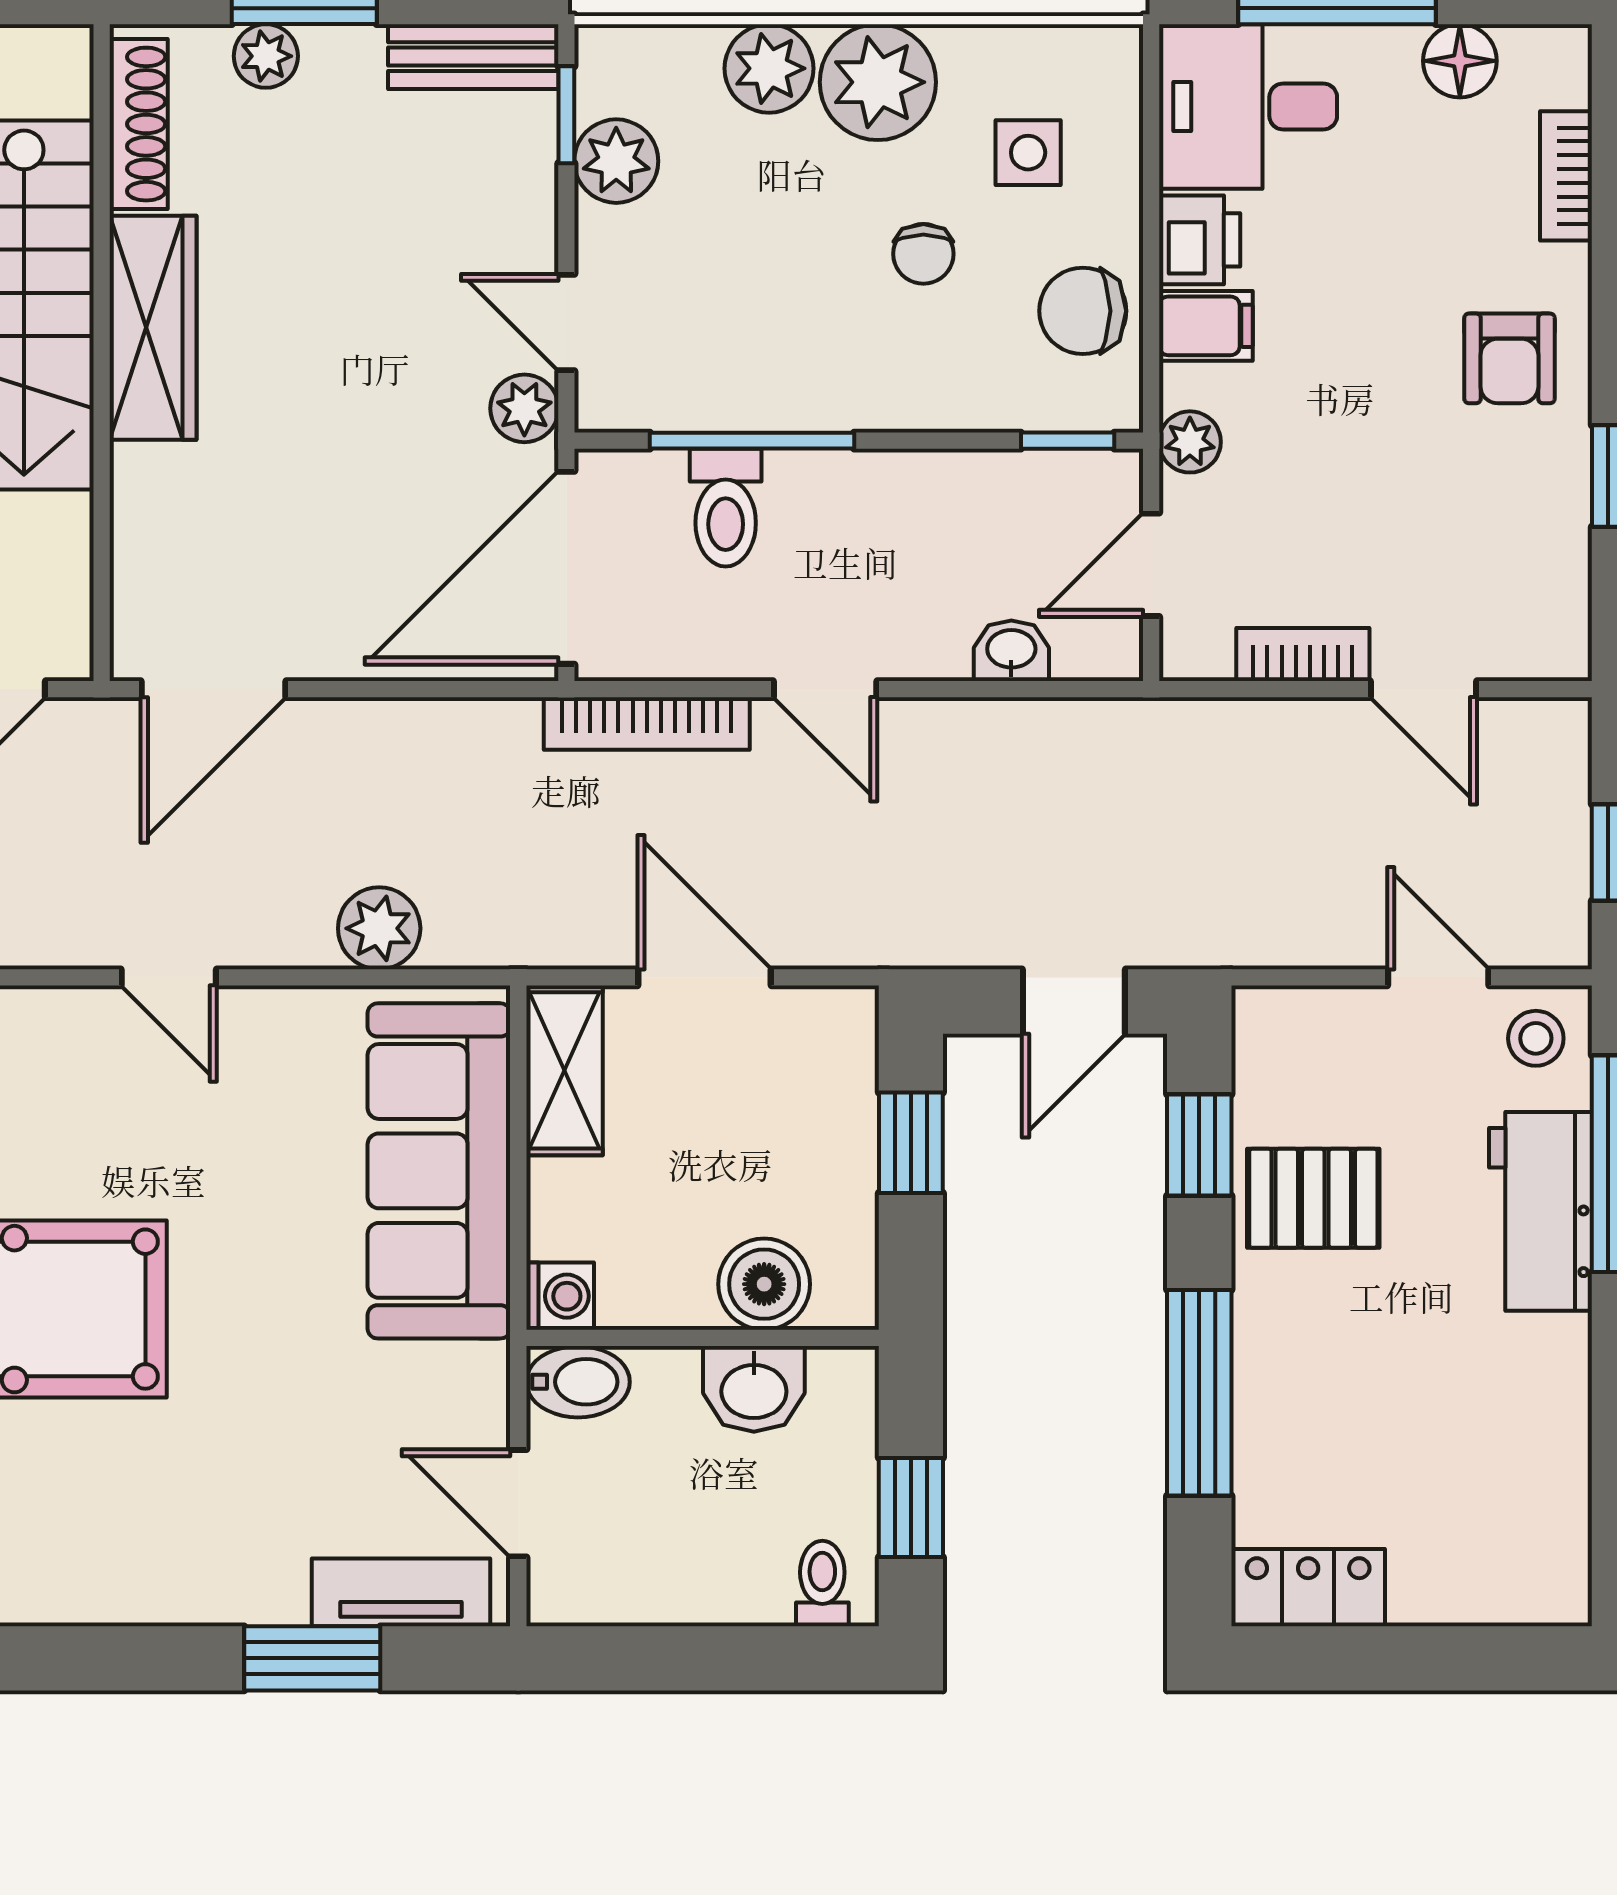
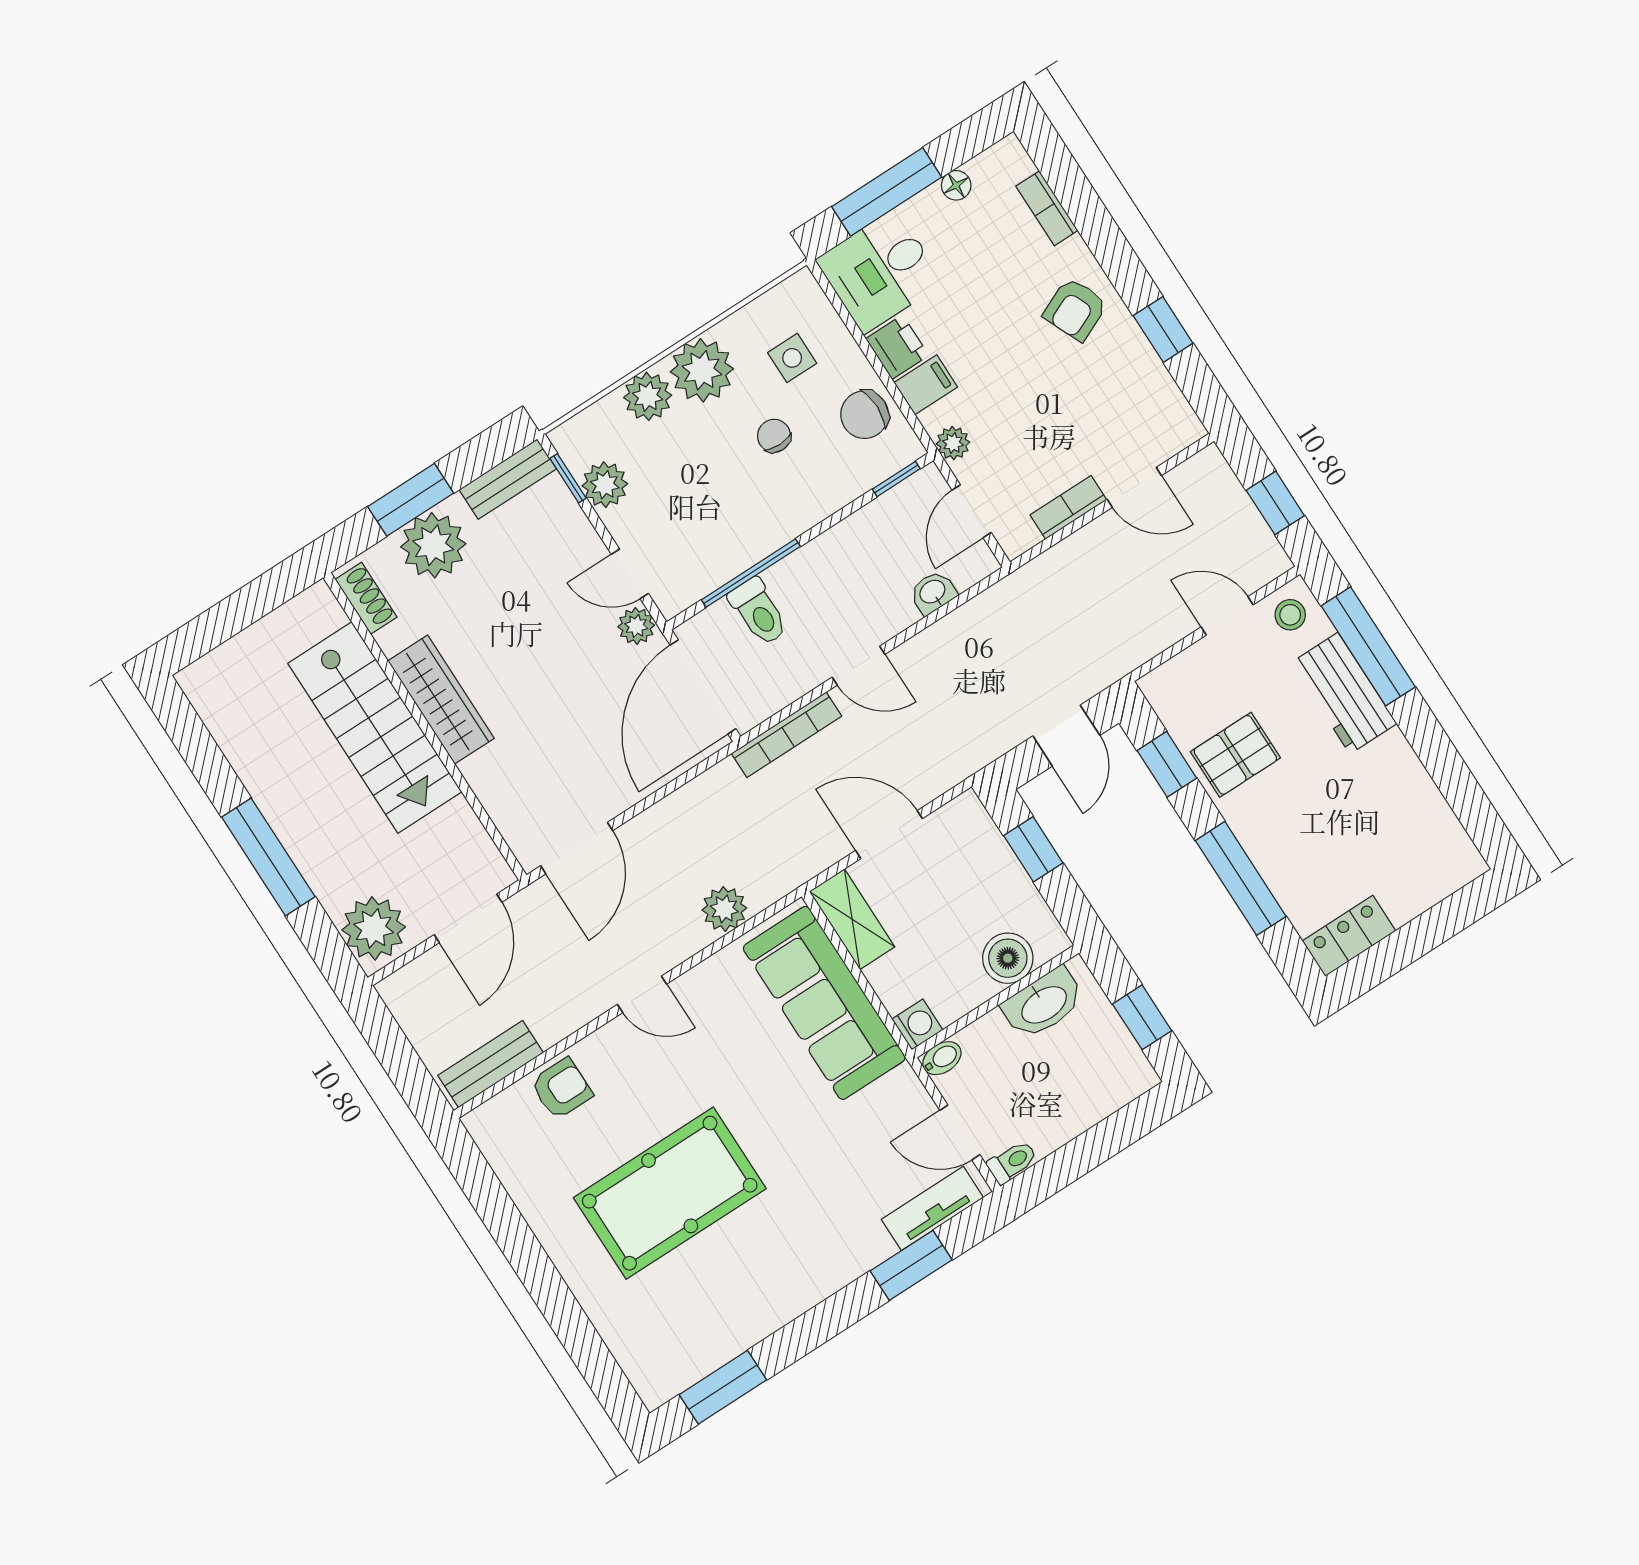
plant: (266, 56) -> (433, 545), width x1.87, depth x1.87
floor lamp: (1460, 61) -> (956, 185), width x0.73, depth x0.73
shoe rack: (139, 124) -> (366, 598), width x0.70
chair: (923, 254) -> (774, 436), turned 180
armchair: (1509, 358) -> (1075, 309), turned 66
bidet: (578, 1382) -> (942, 1058), width x0.72, depth x0.74
washbasin: (754, 1389) -> (1043, 1004), width x1.38
toilet: (822, 1584) -> (1012, 1162), moved, turned 90

